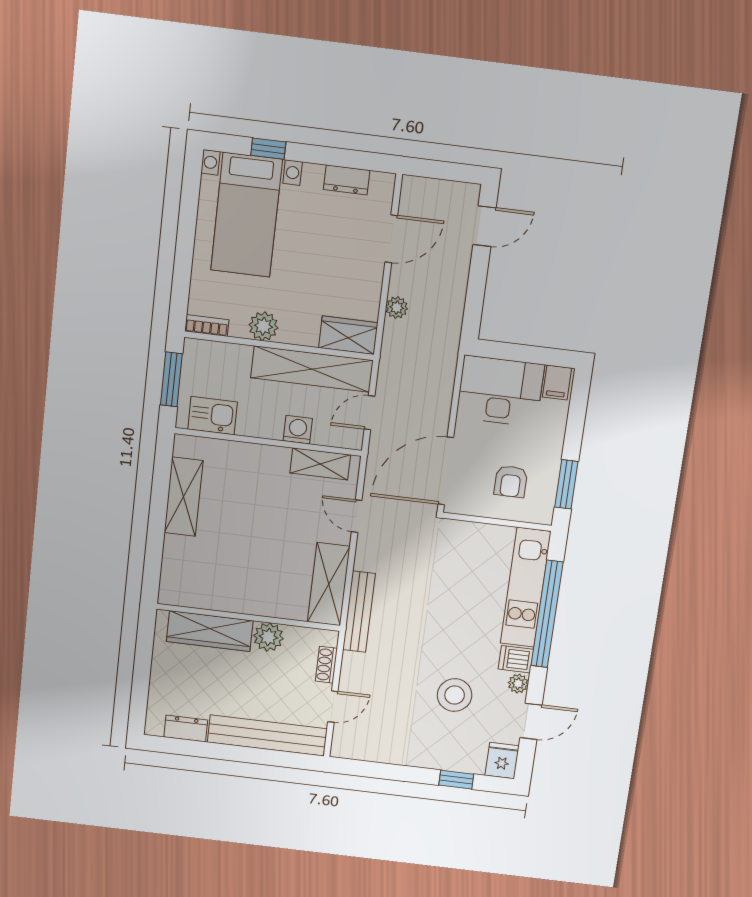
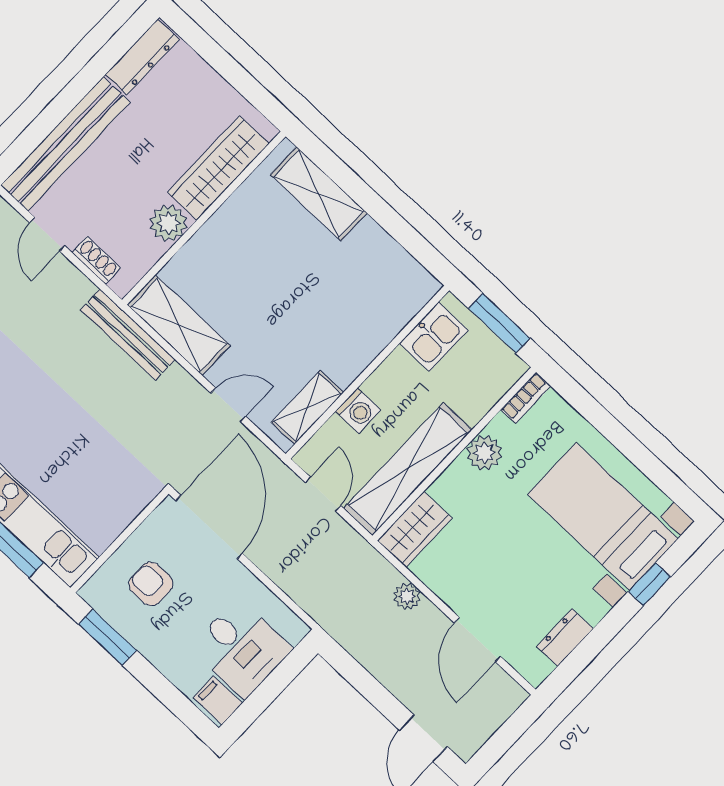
desk: (500, 391) -> (241, 648), width x0.73
shelving: (184, 497) -> (319, 194), moved
dresser: (186, 728) -> (142, 57), width x1.44

